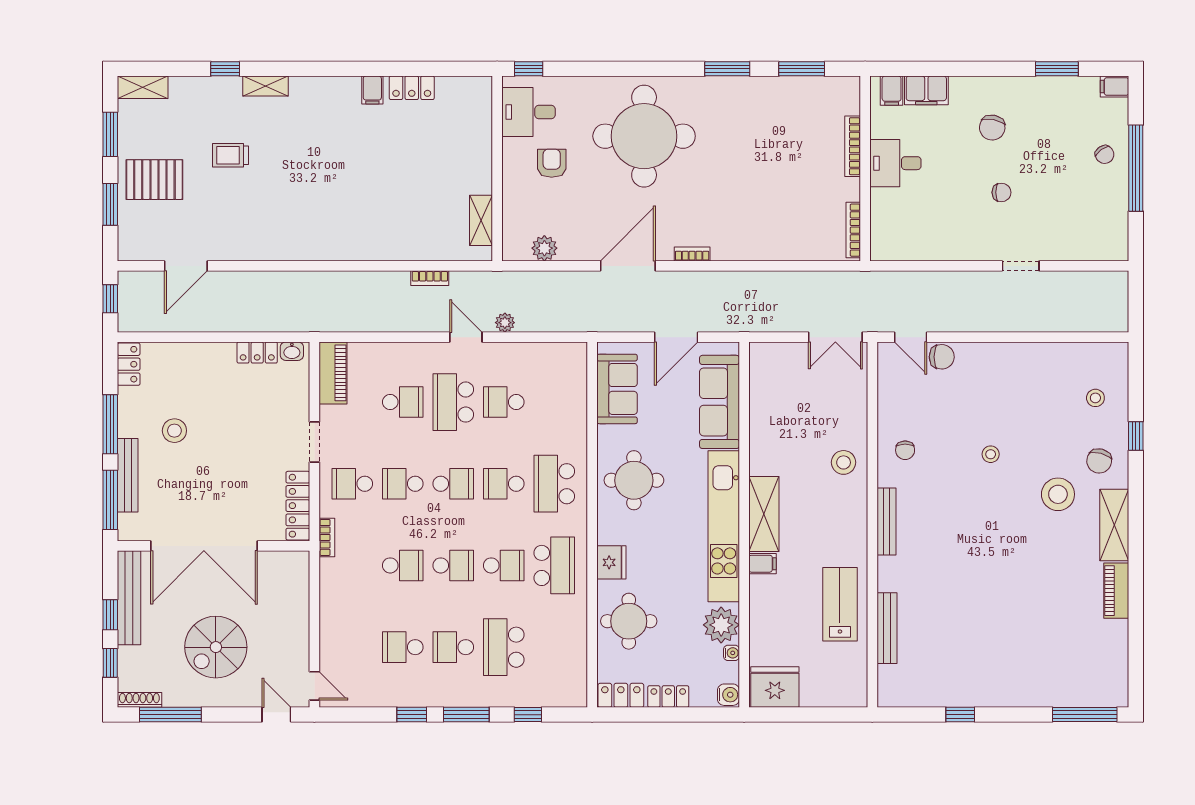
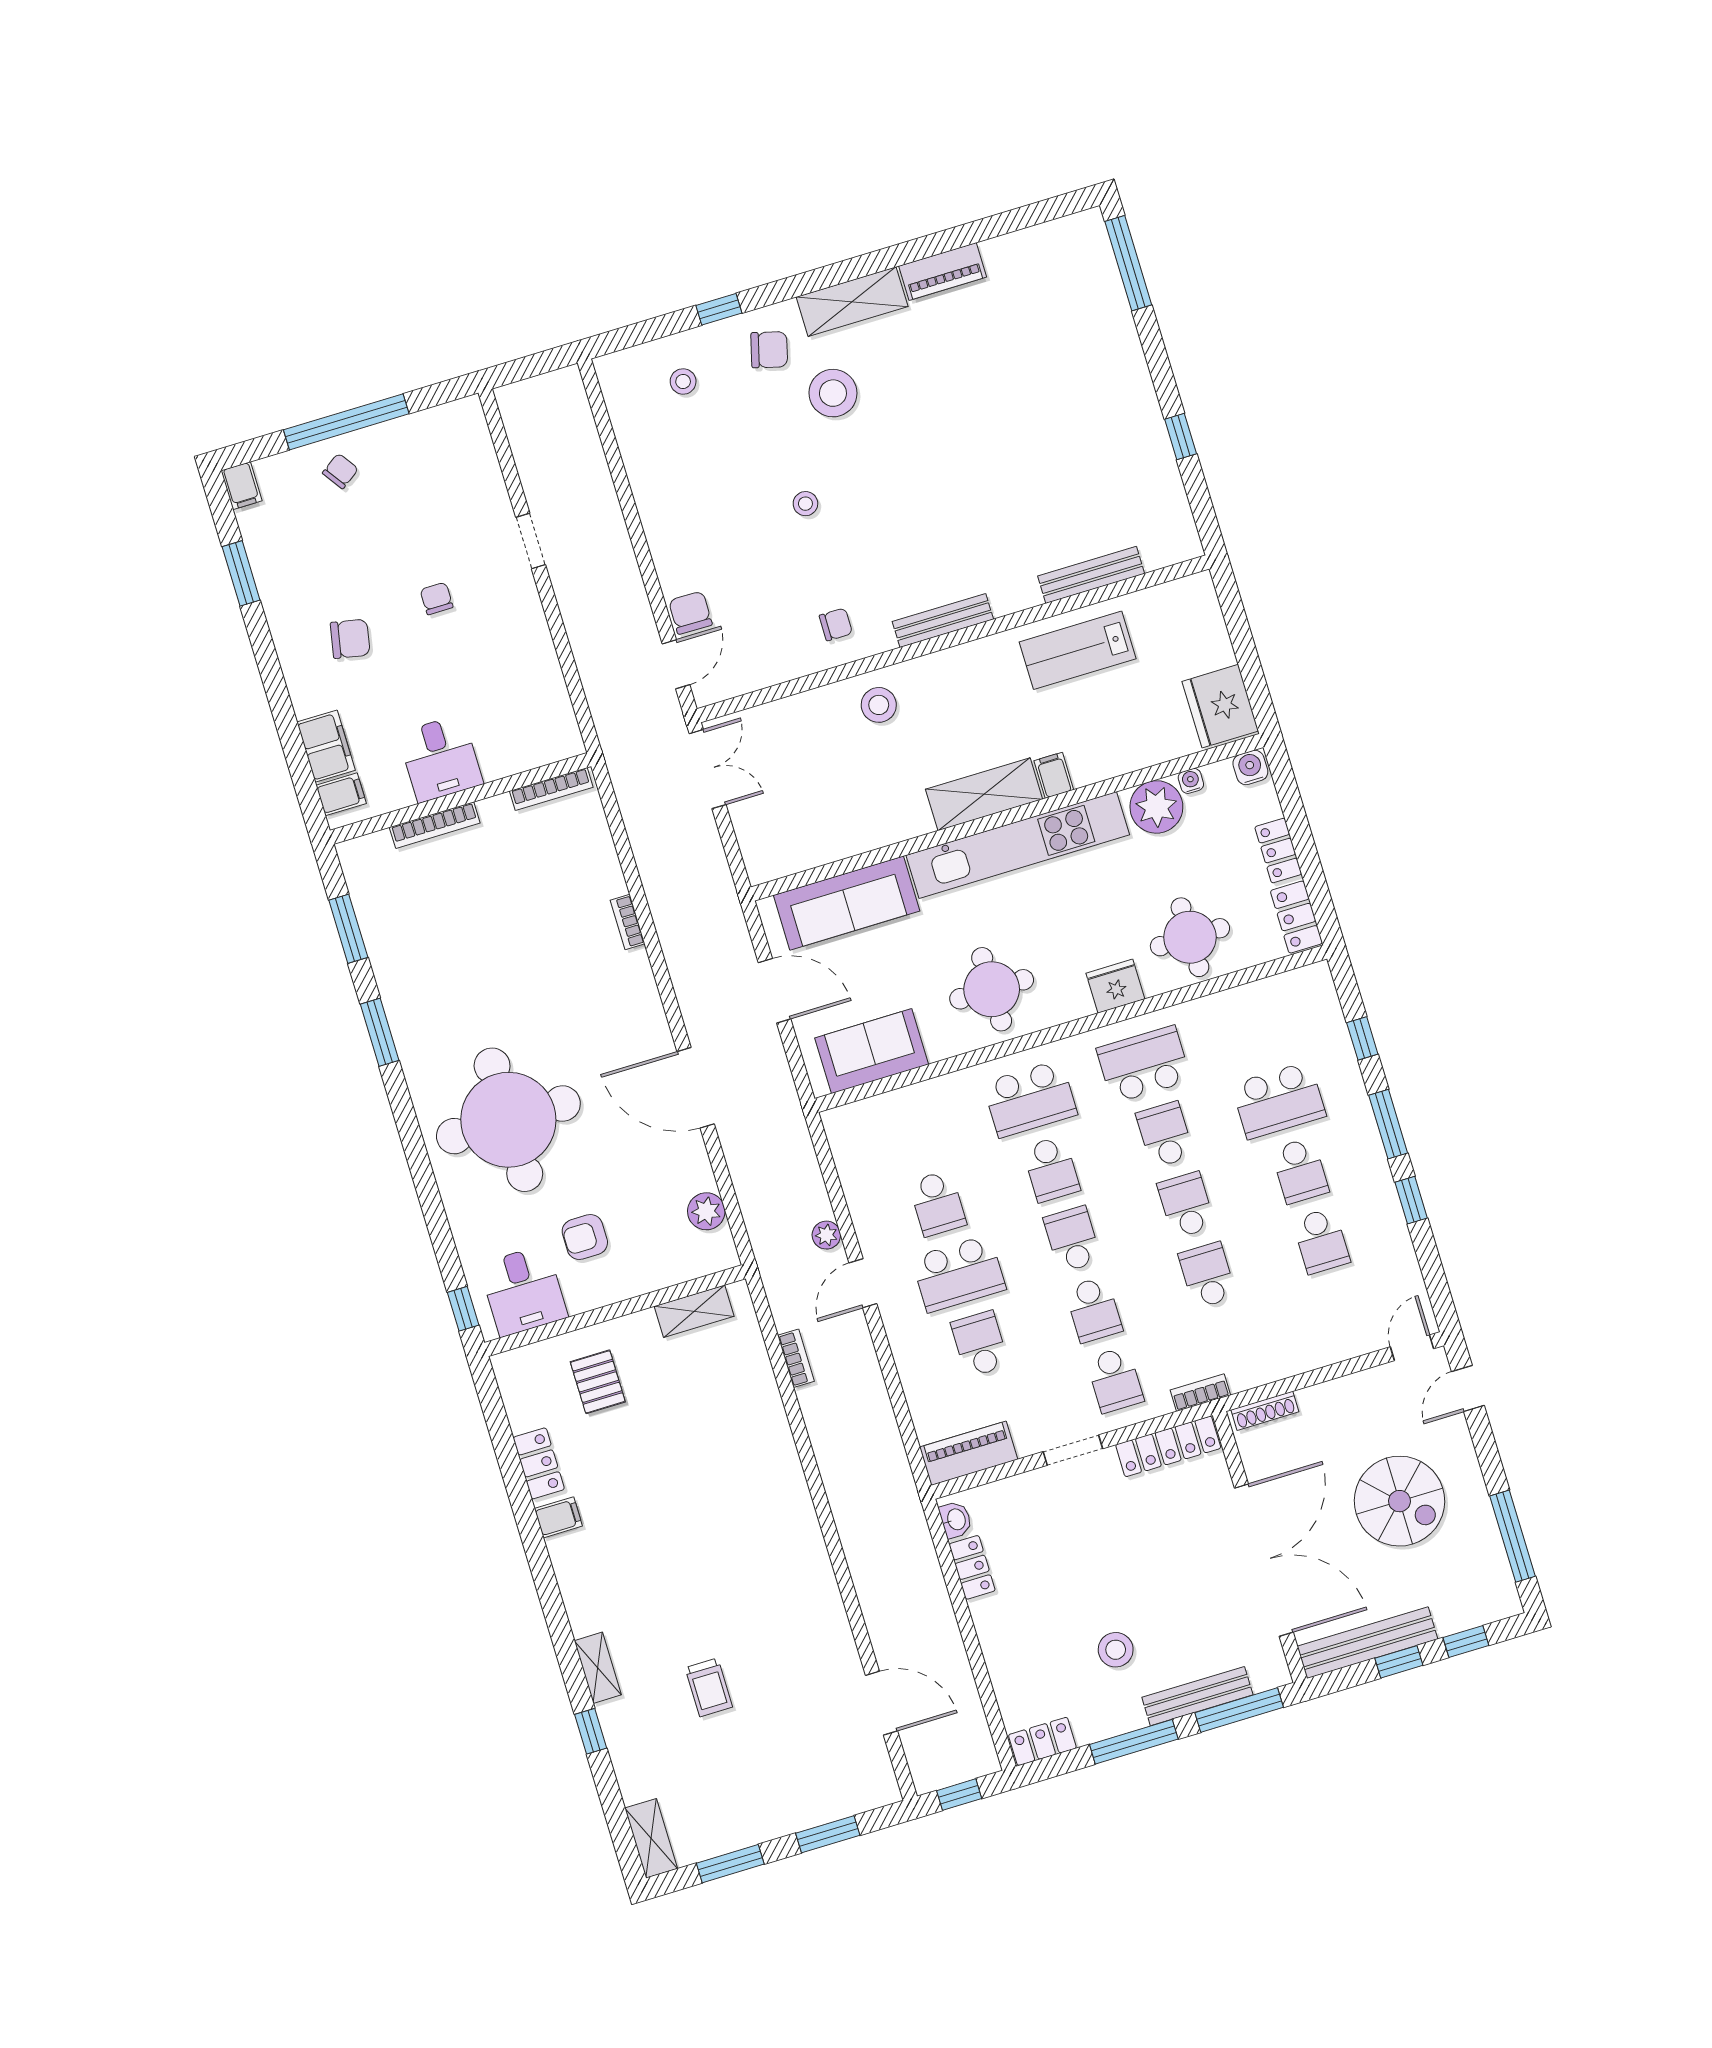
pallet: (154, 180) -> (598, 1382), moved, width x0.67, depth x0.71
bookcase: (692, 254) -> (628, 922), moved
shoe rack: (139, 700) -> (1265, 1411), moved, turned -90

